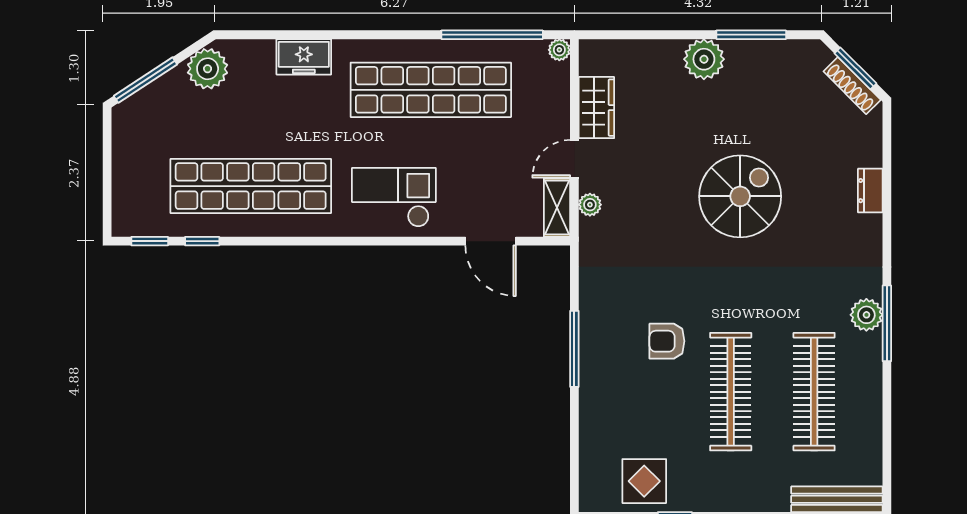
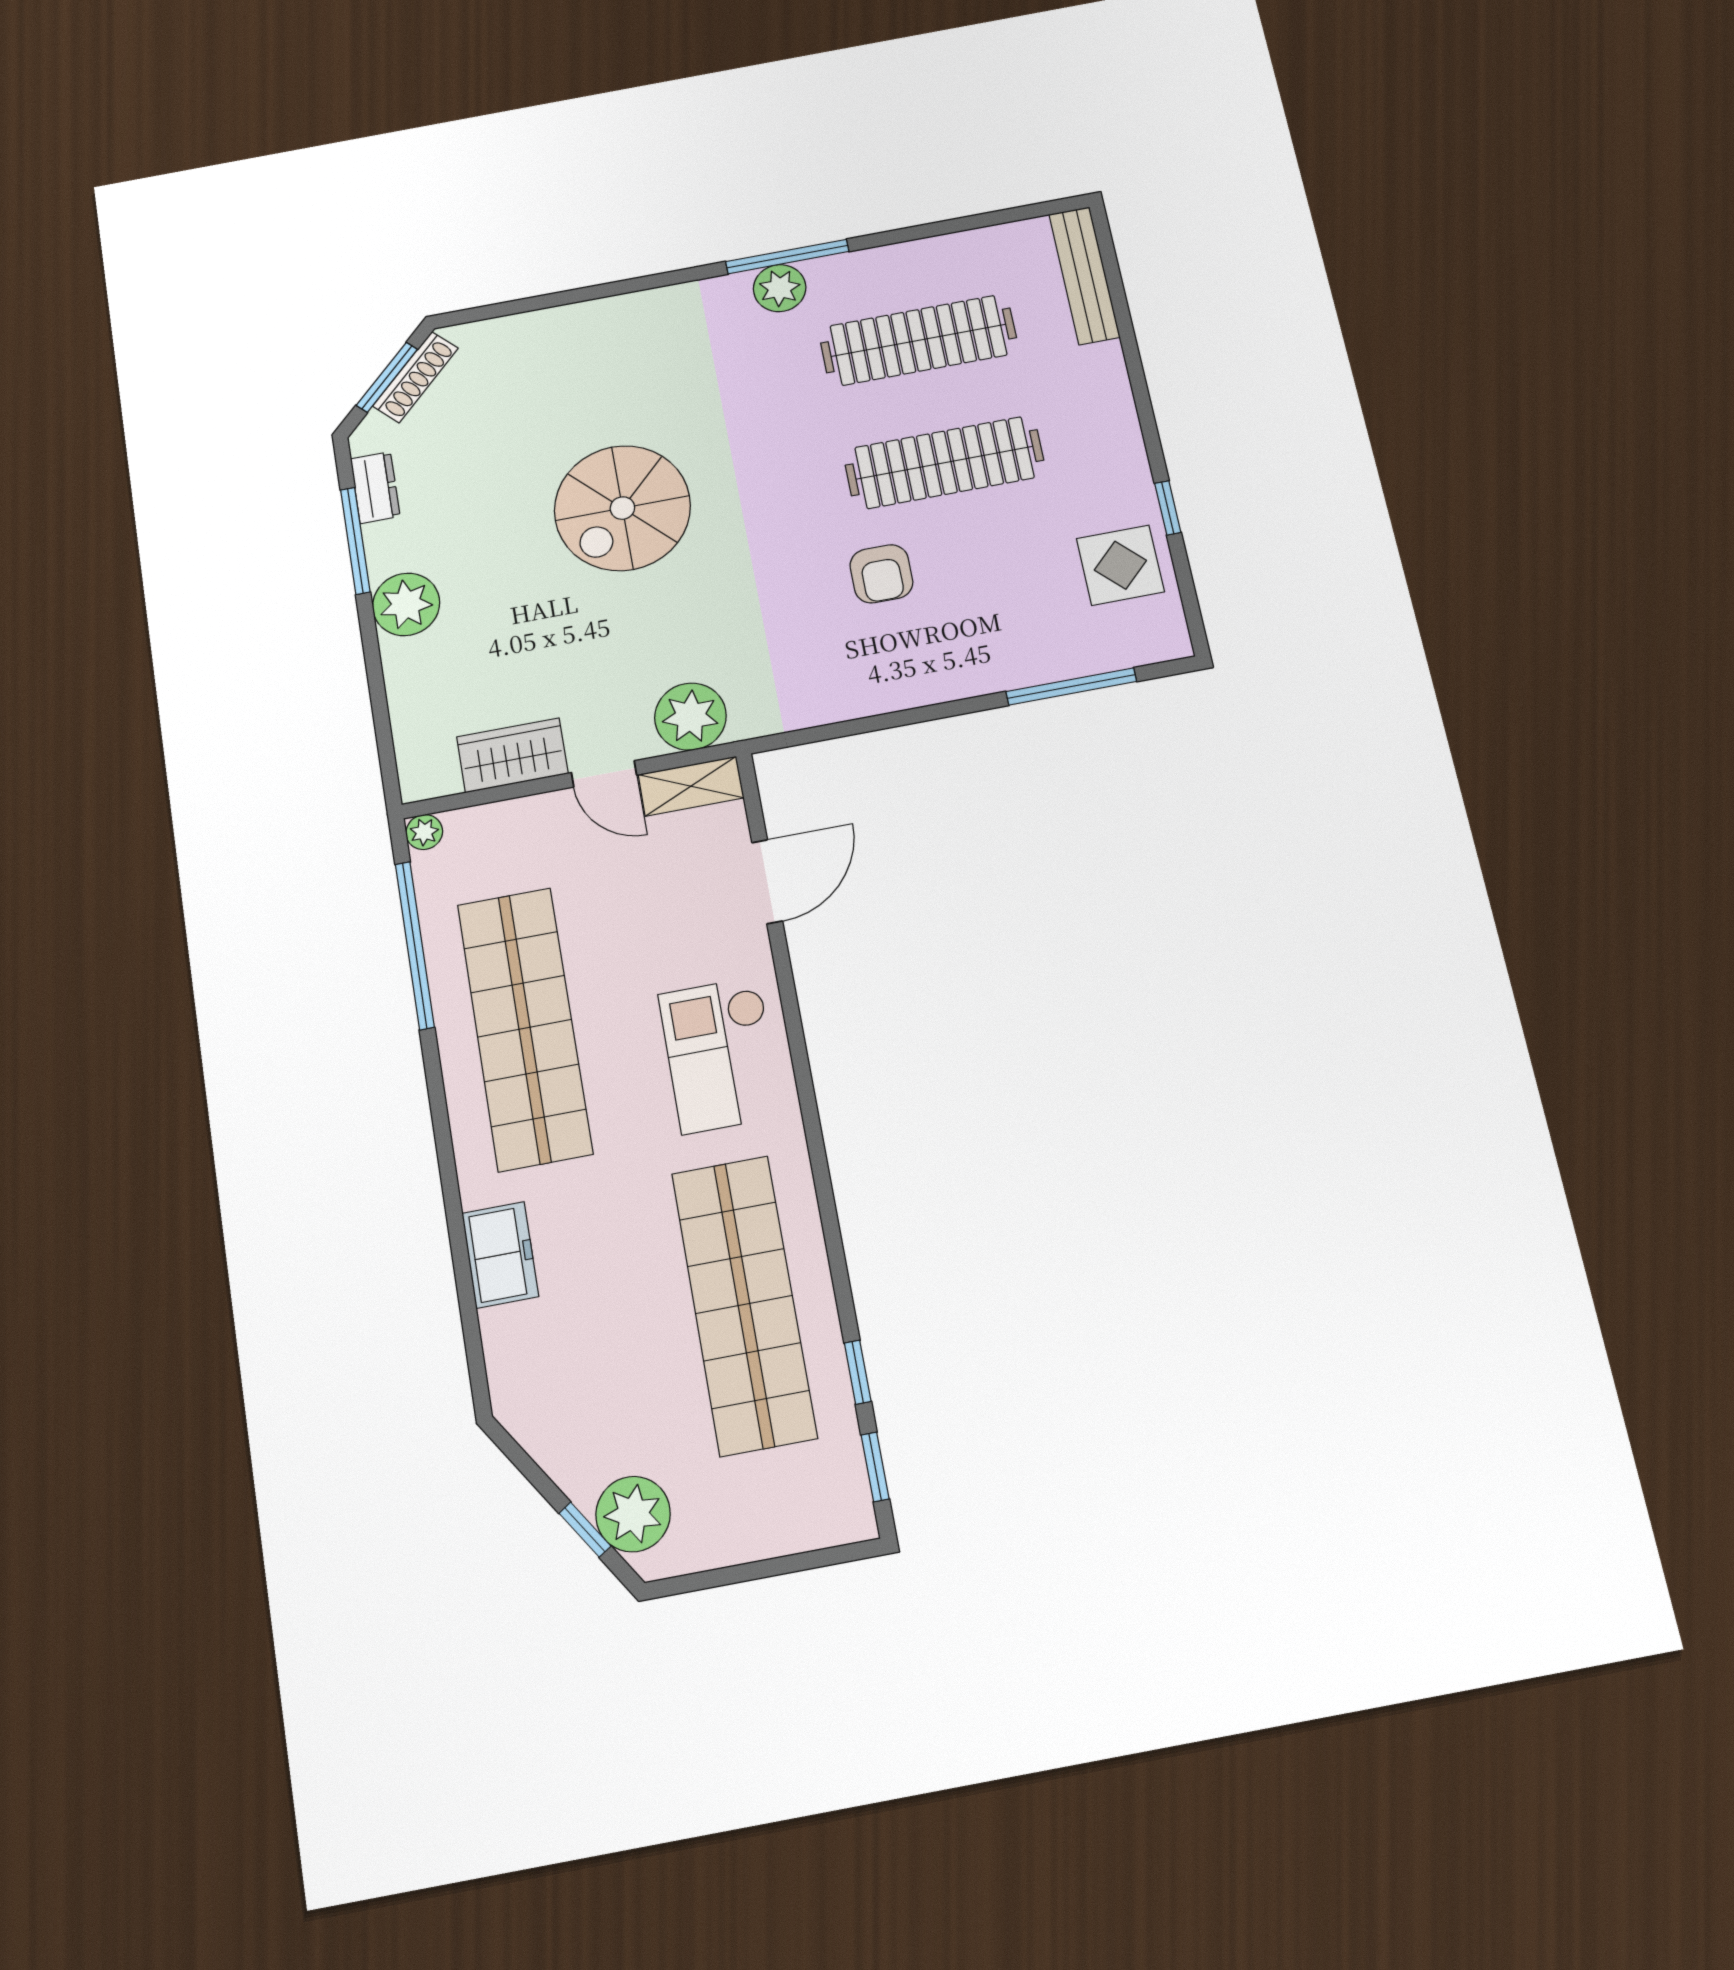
plant: (208, 69) -> (633, 1514), moved
window: (146, 80) -> (585, 1530), width x0.46
dresser: (870, 191) -> (375, 487), moved, turned -90
spiral stairs: (740, 196) -> (622, 508), turned -90
plant: (590, 205) -> (690, 717), width x1.88, depth x1.88
window: (574, 349) -> (1071, 687), moved

